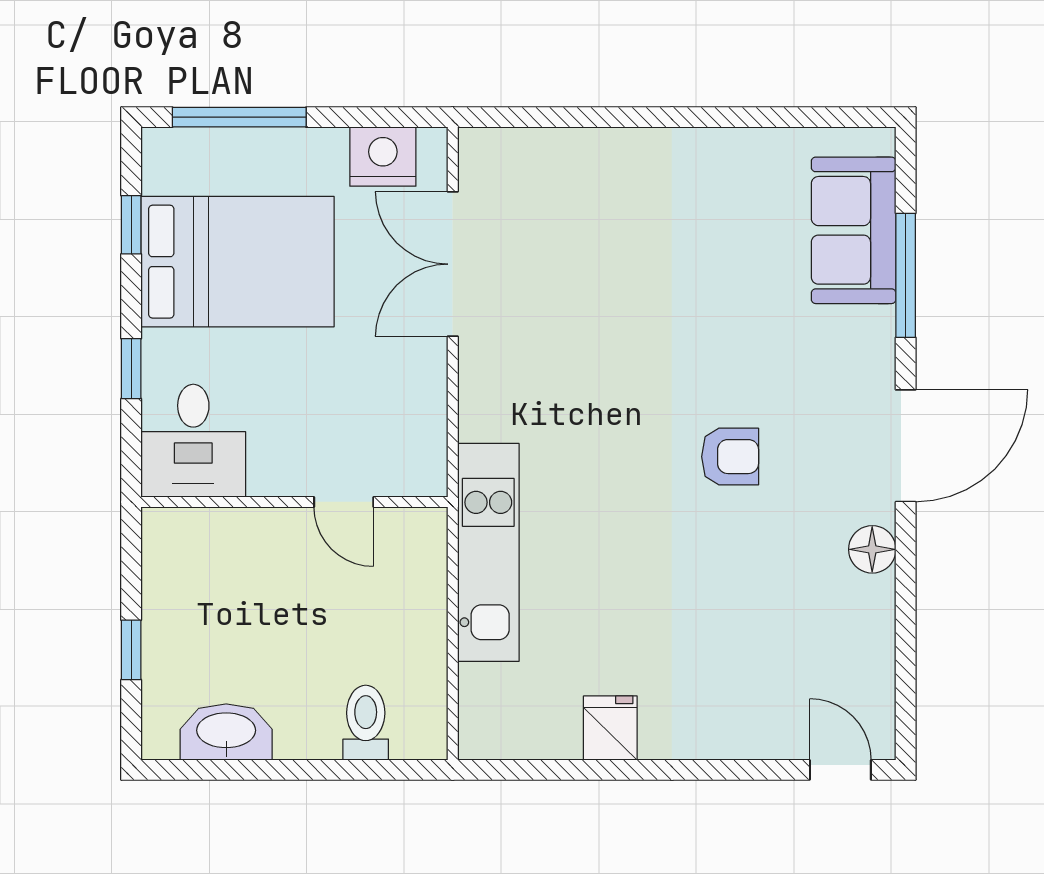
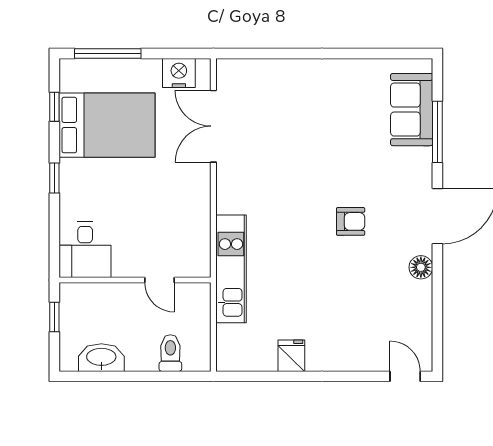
desk: (193, 441) -> (85, 250), moved
wall: (294, 502) -> (135, 280), moved
door: (344, 502) -> (159, 280), moved

